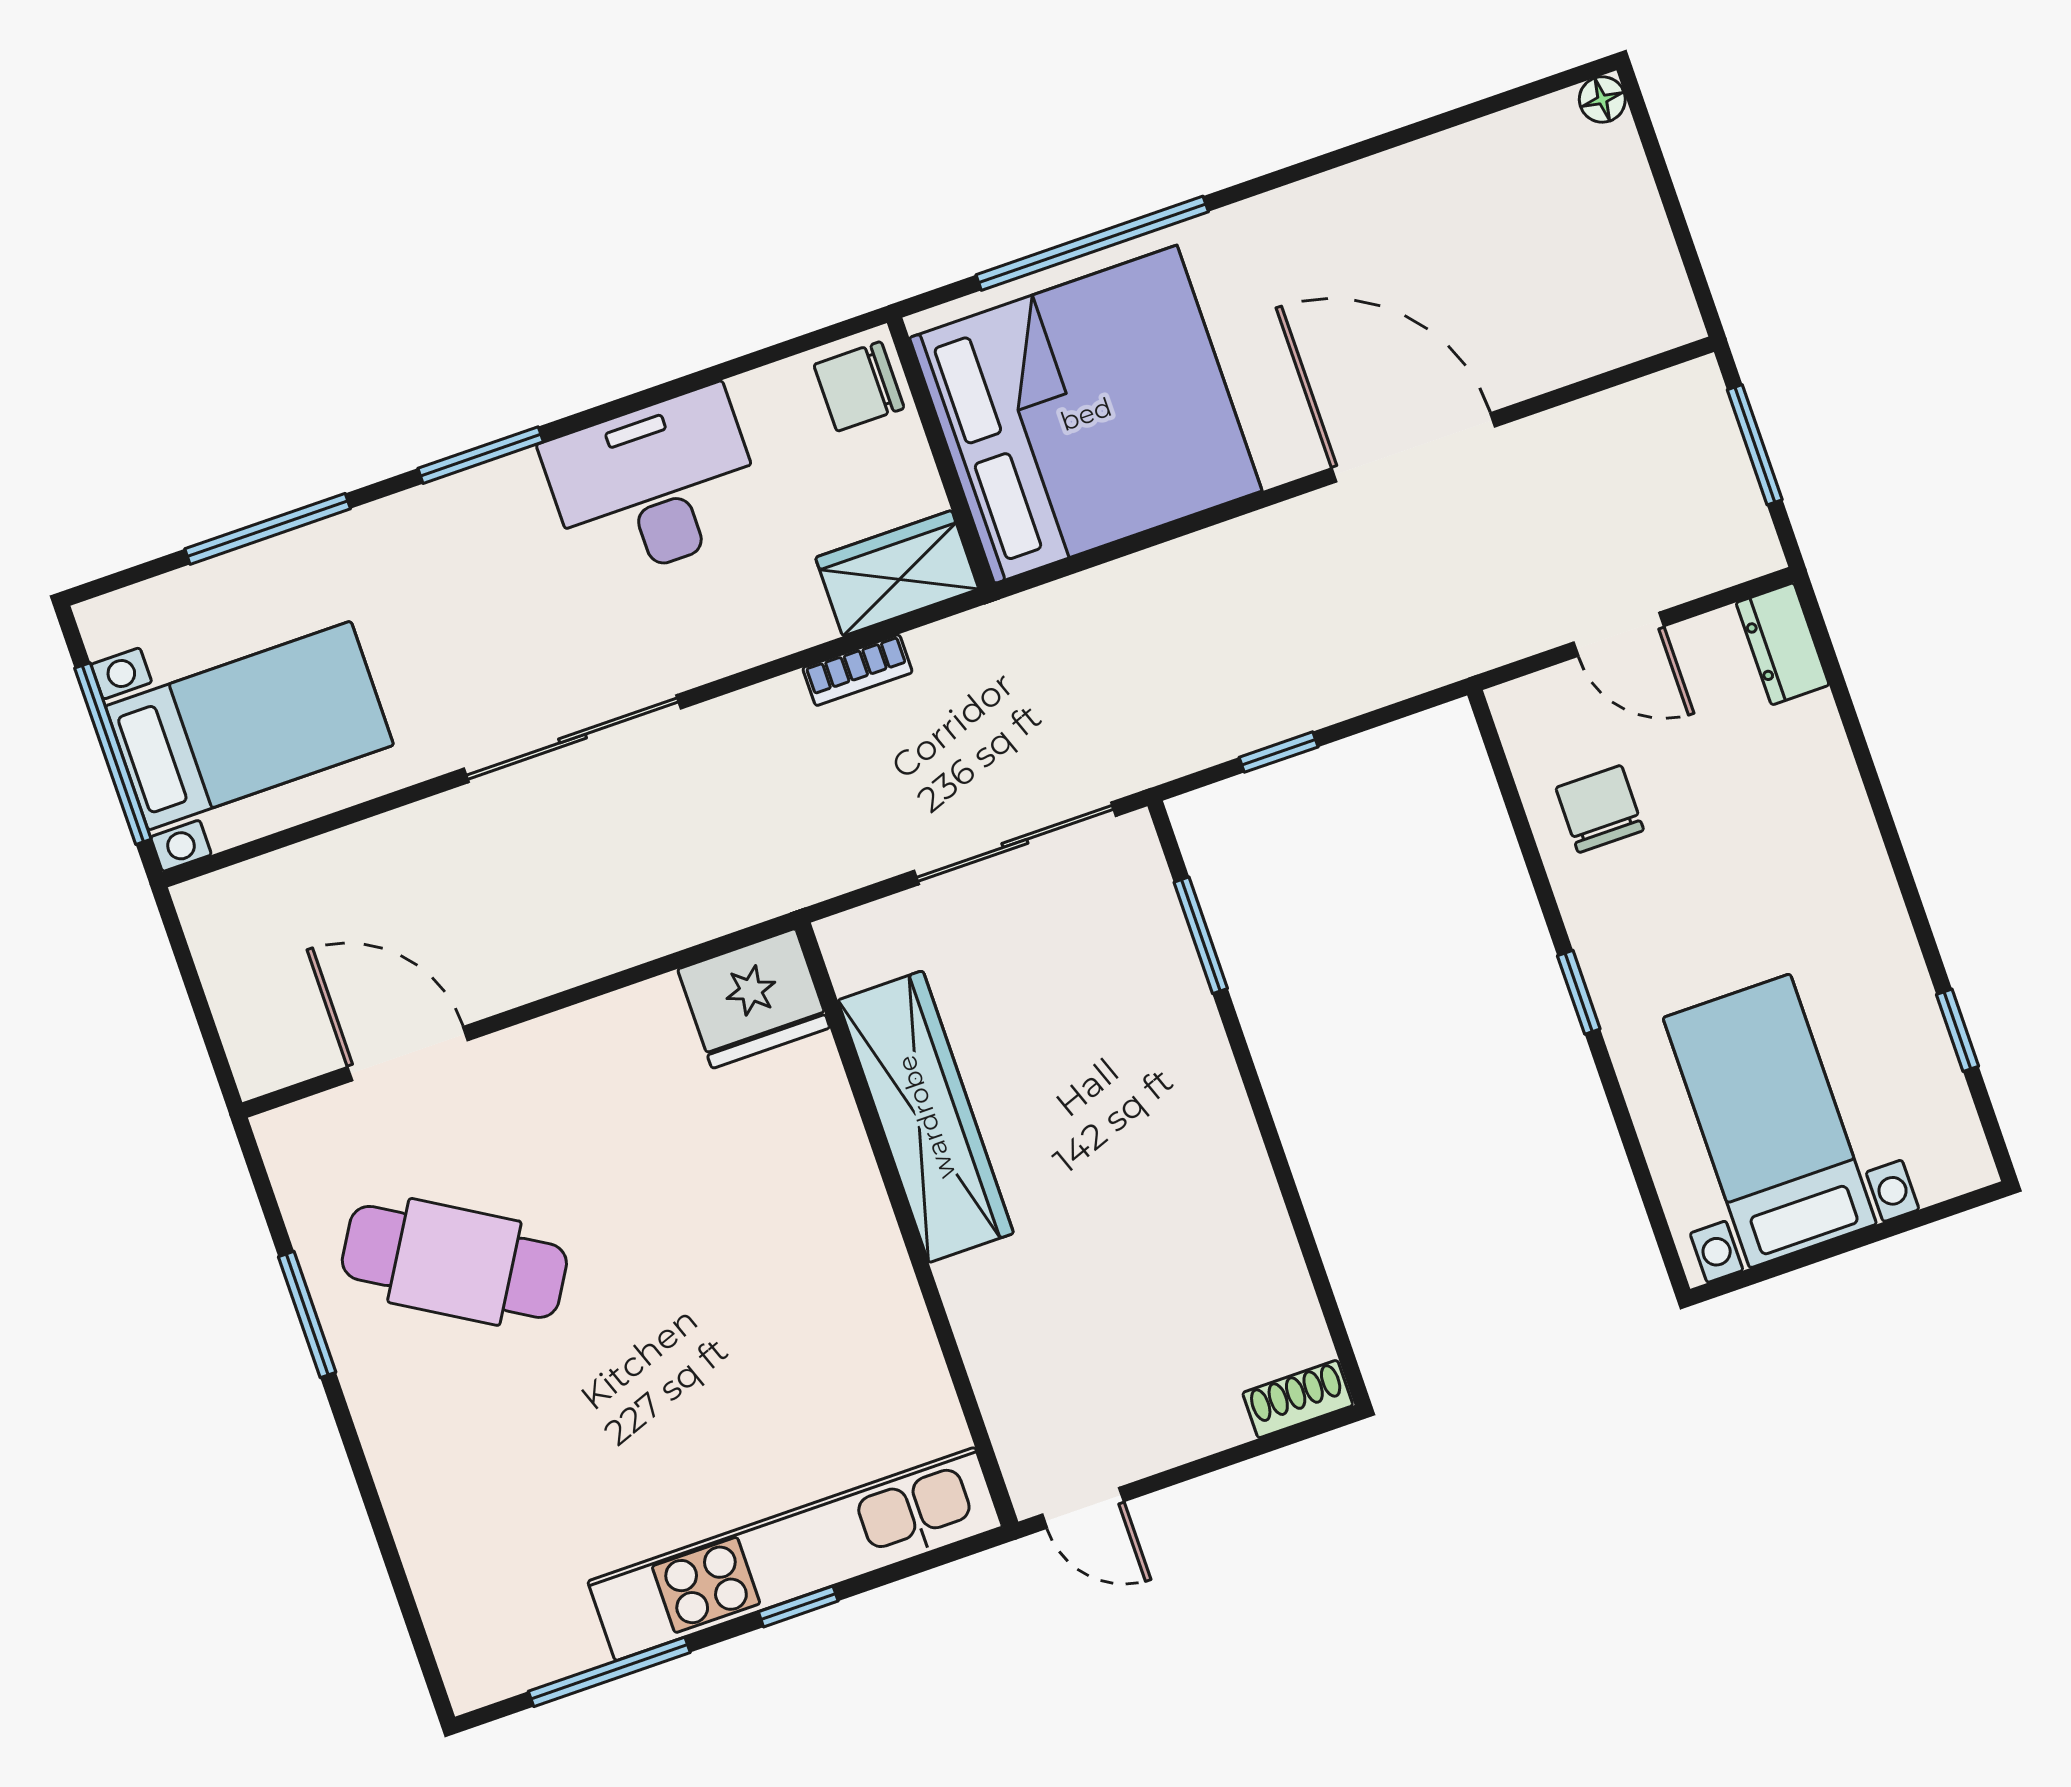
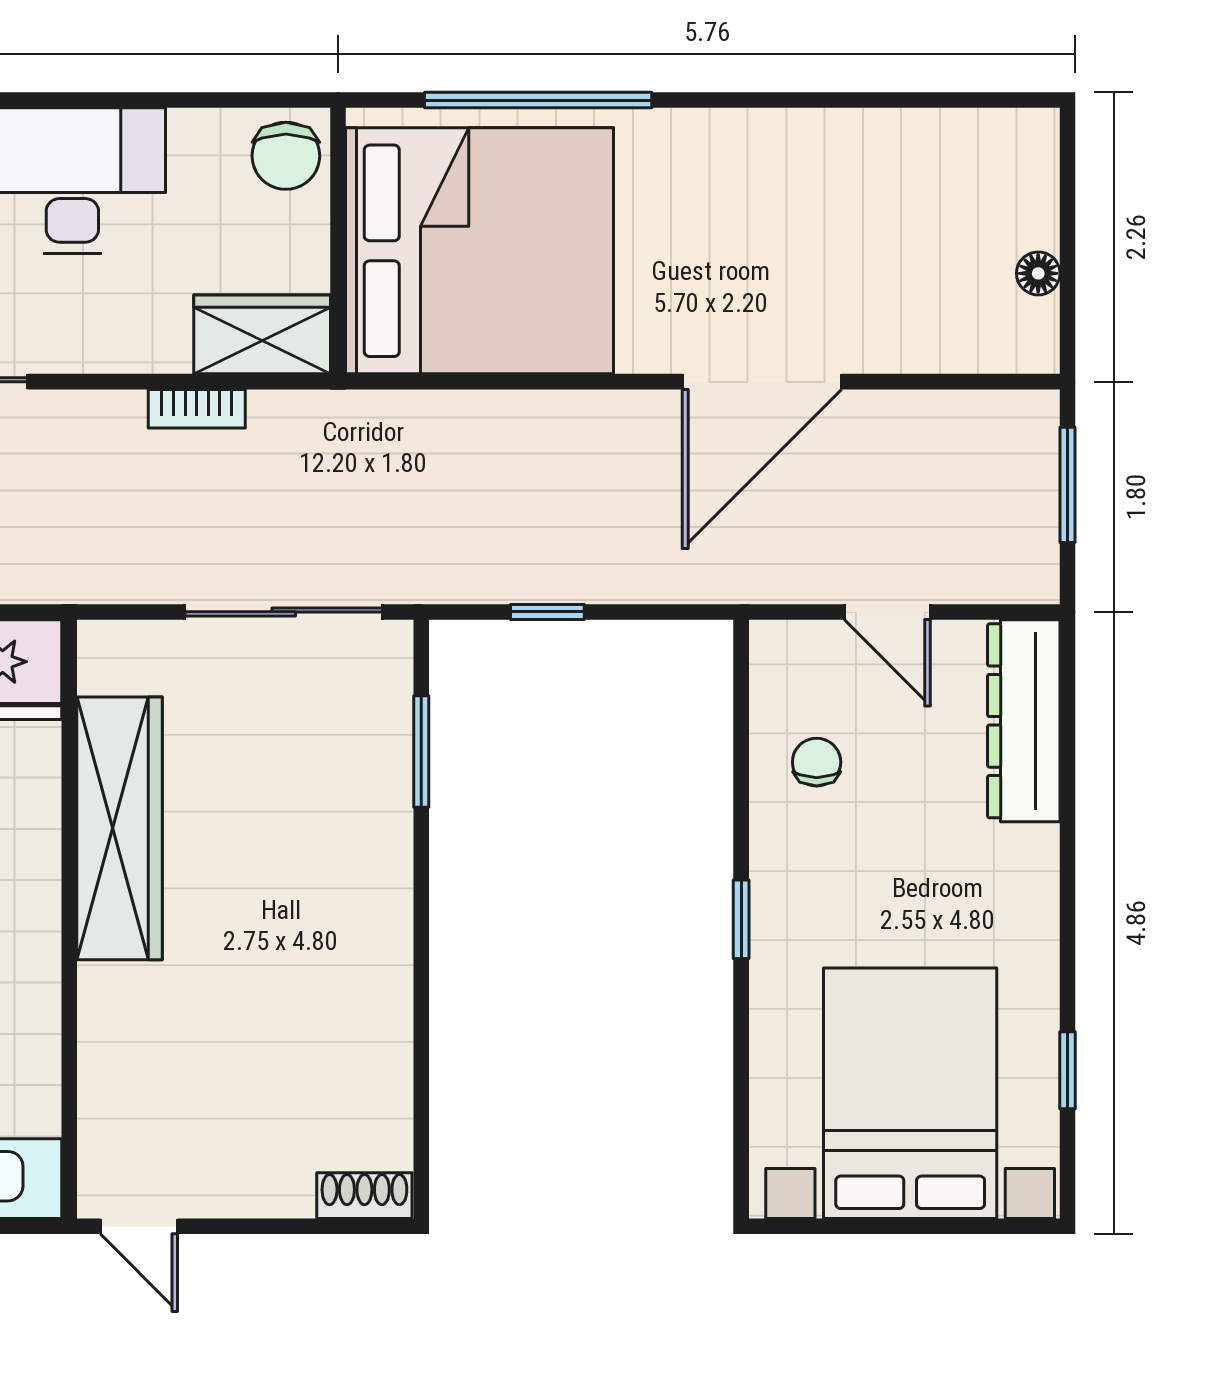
floor lamp: (1602, 99) -> (1038, 273), moved
chair: (859, 386) -> (286, 156), turned -90
door: (1413, 447) -> (762, 382), swing flipped
dresser: (1783, 644) -> (1024, 721), width x1.96, depth x1.24
chair: (1600, 809) -> (817, 762), width x0.73, depth x0.73
bed with nightstands: (1770, 1121) -> (910, 1093), width x1.36

